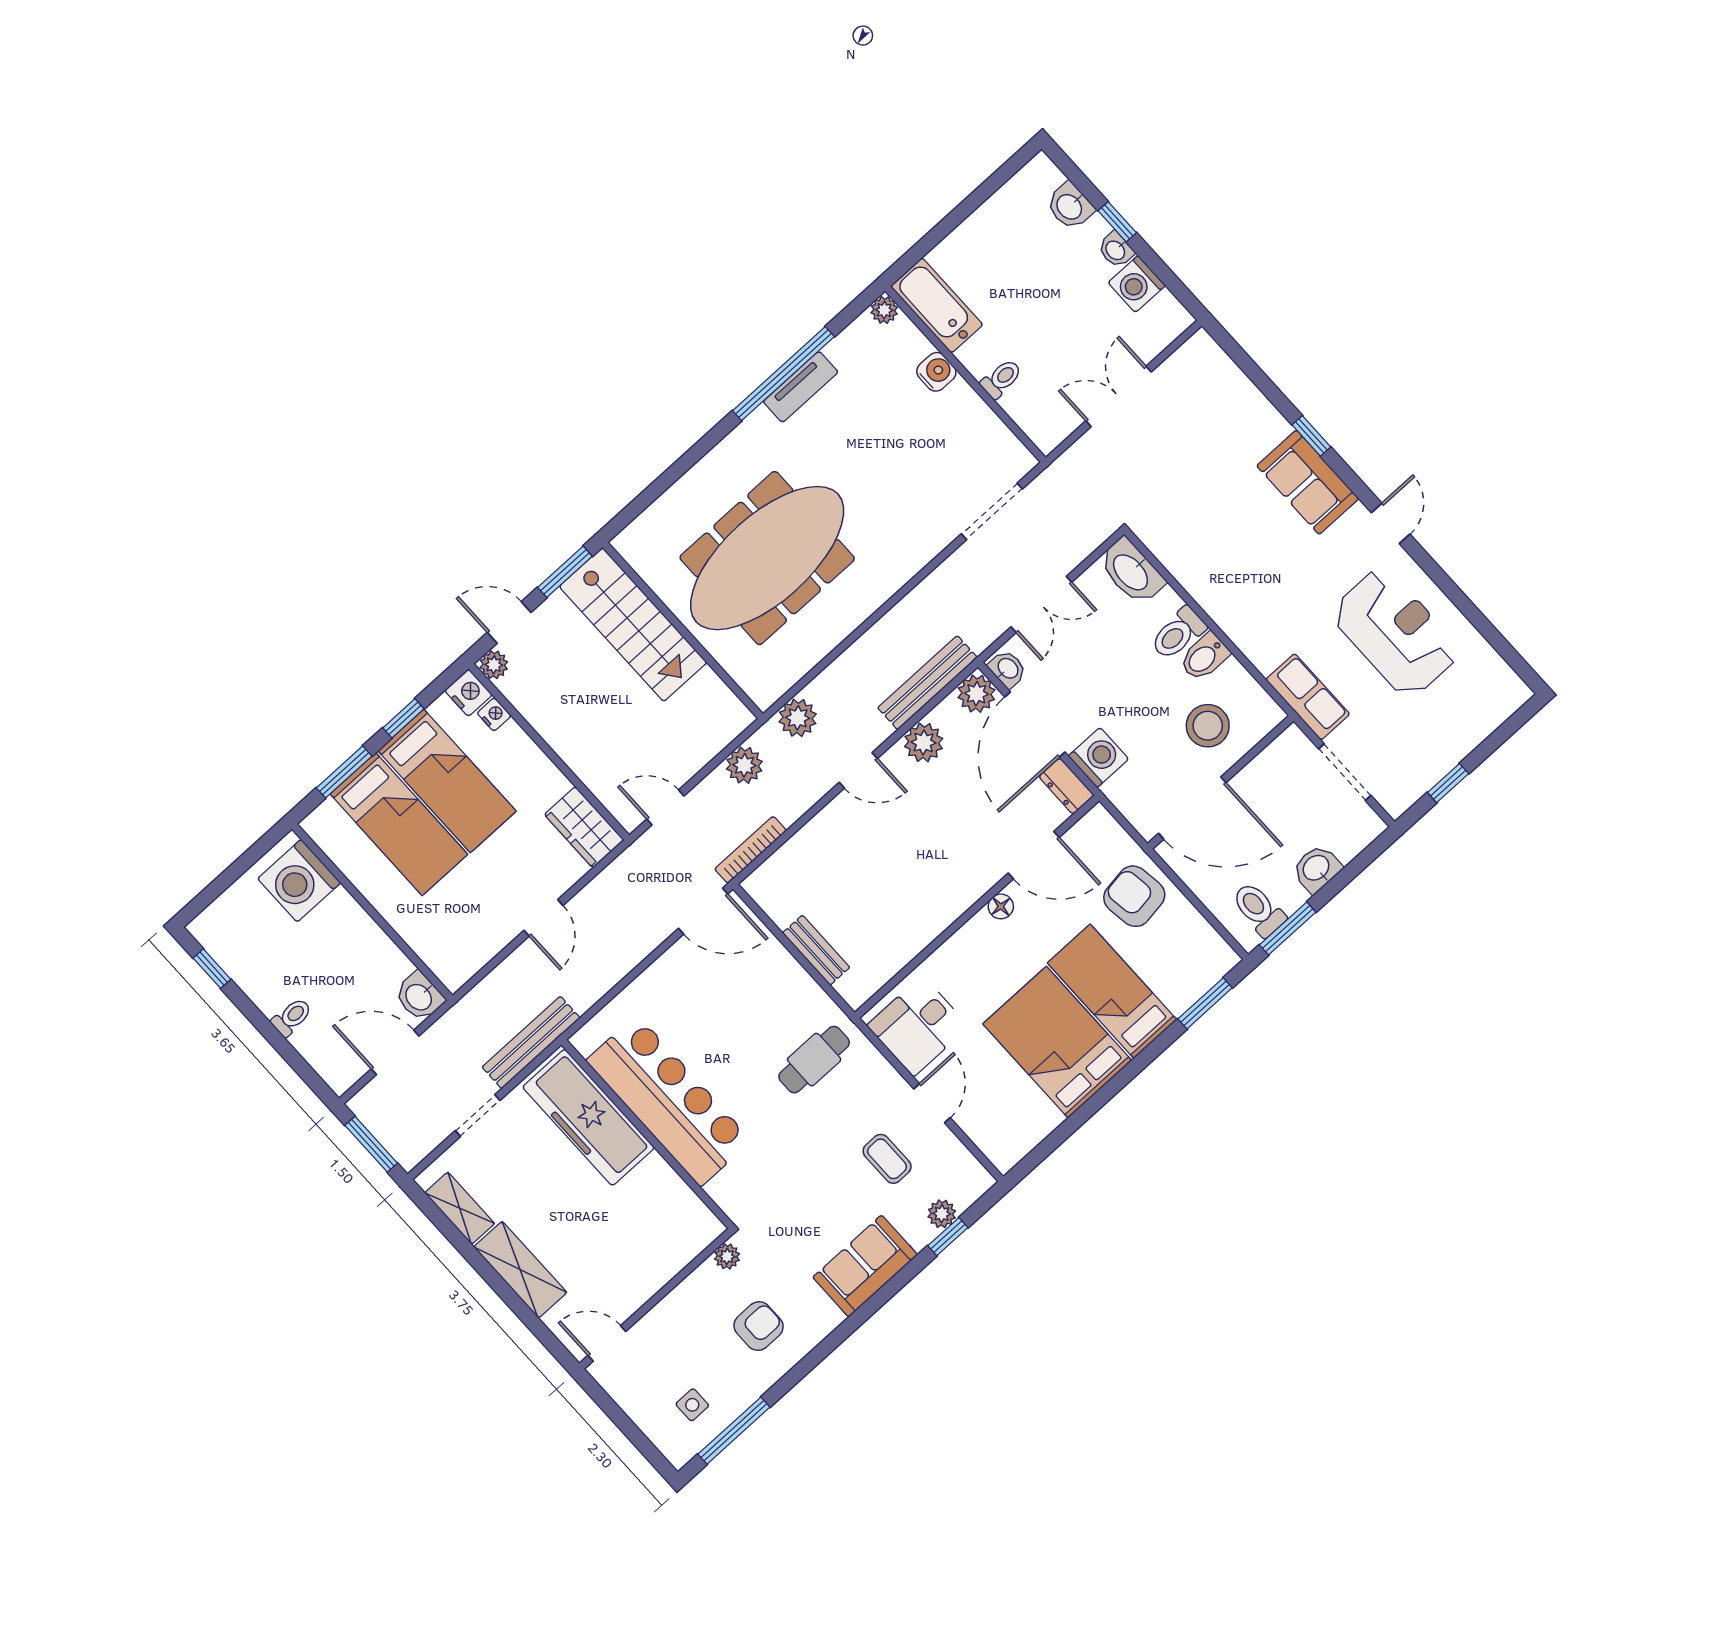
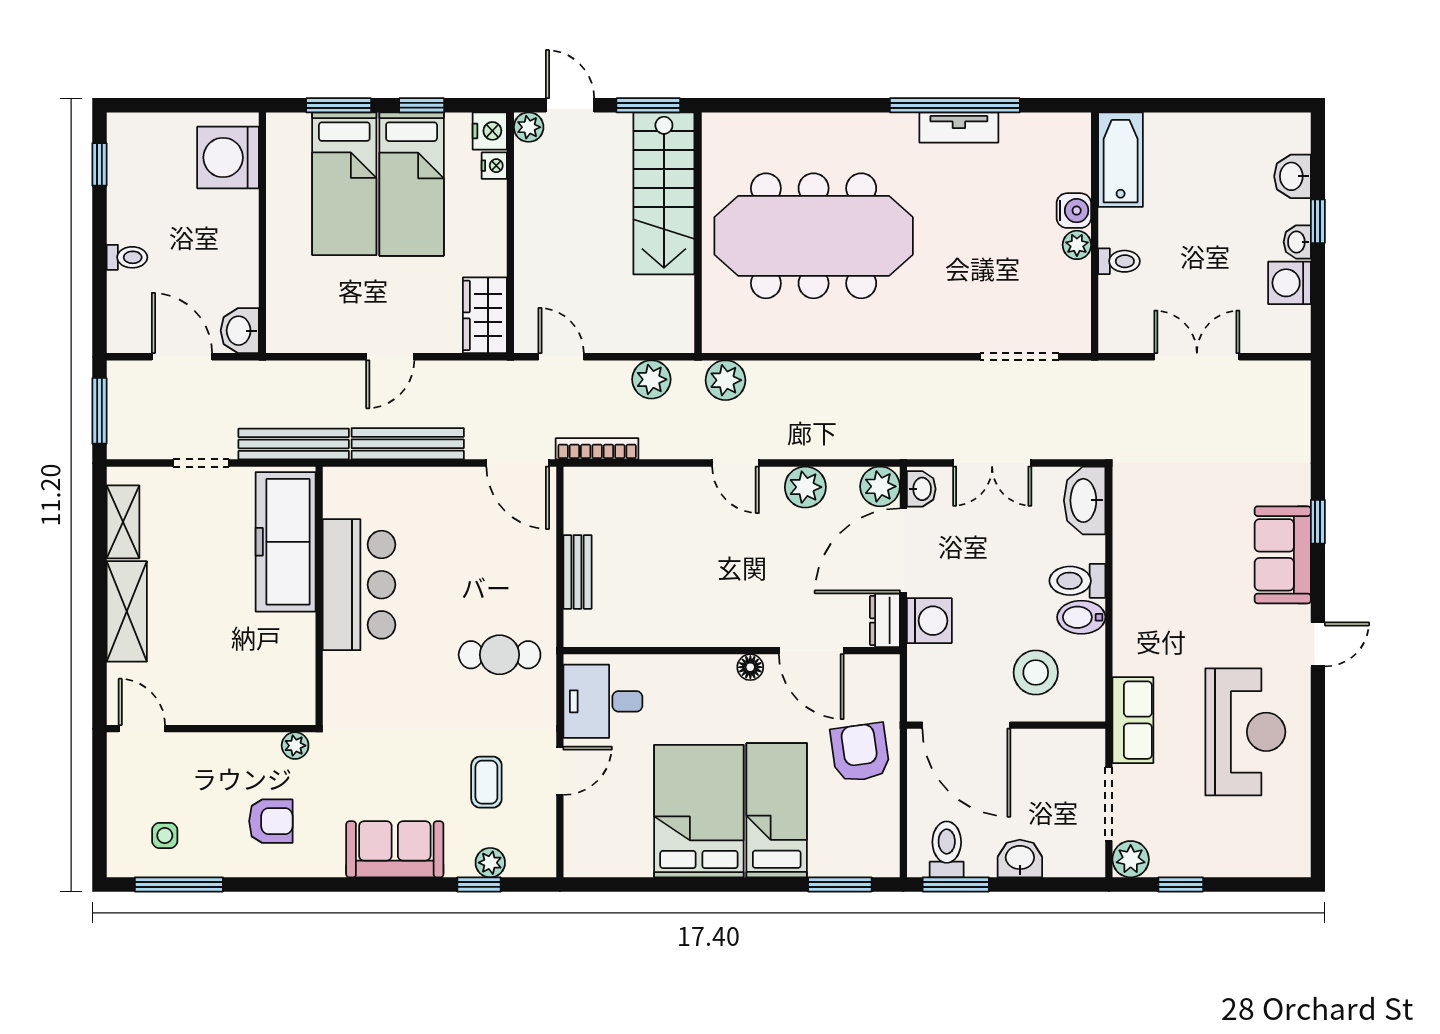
plant: (884, 310) -> (1077, 245), moved
bench: (927, 683) -> (408, 444), moved
plant: (1396, 797) -> (1131, 859), added
bar counter: (669, 1101) -> (359, 585), width x0.73

